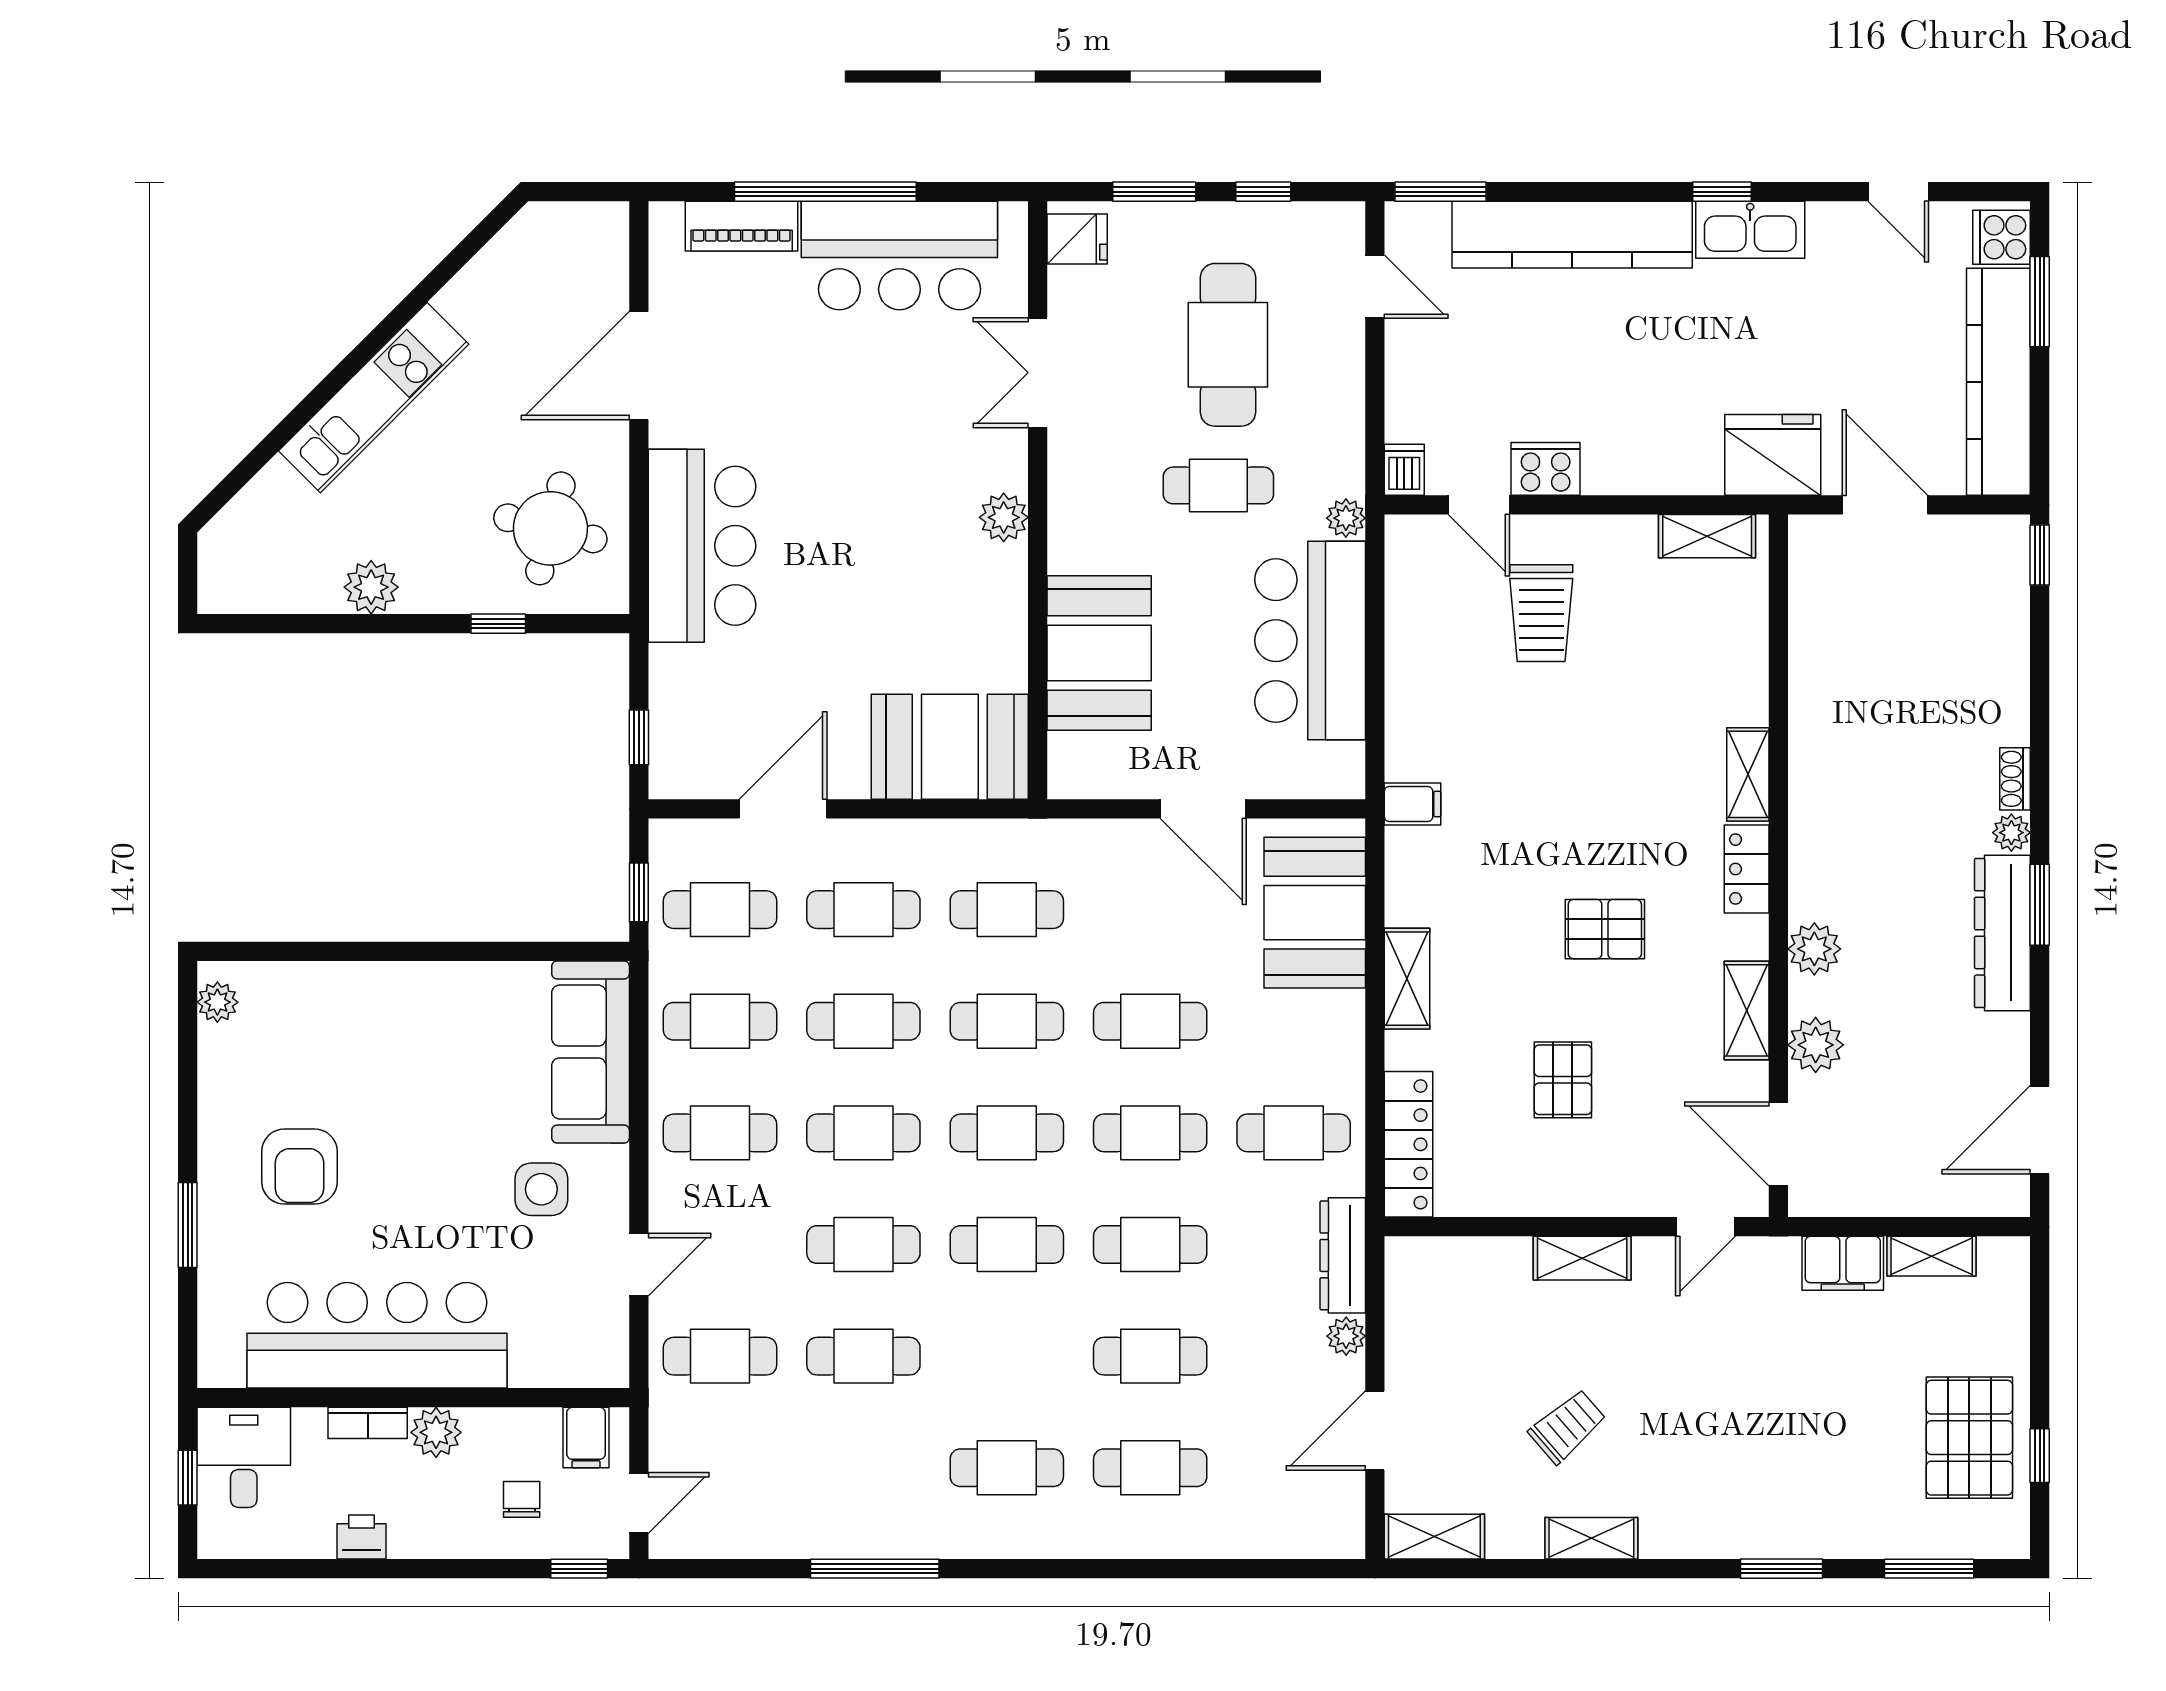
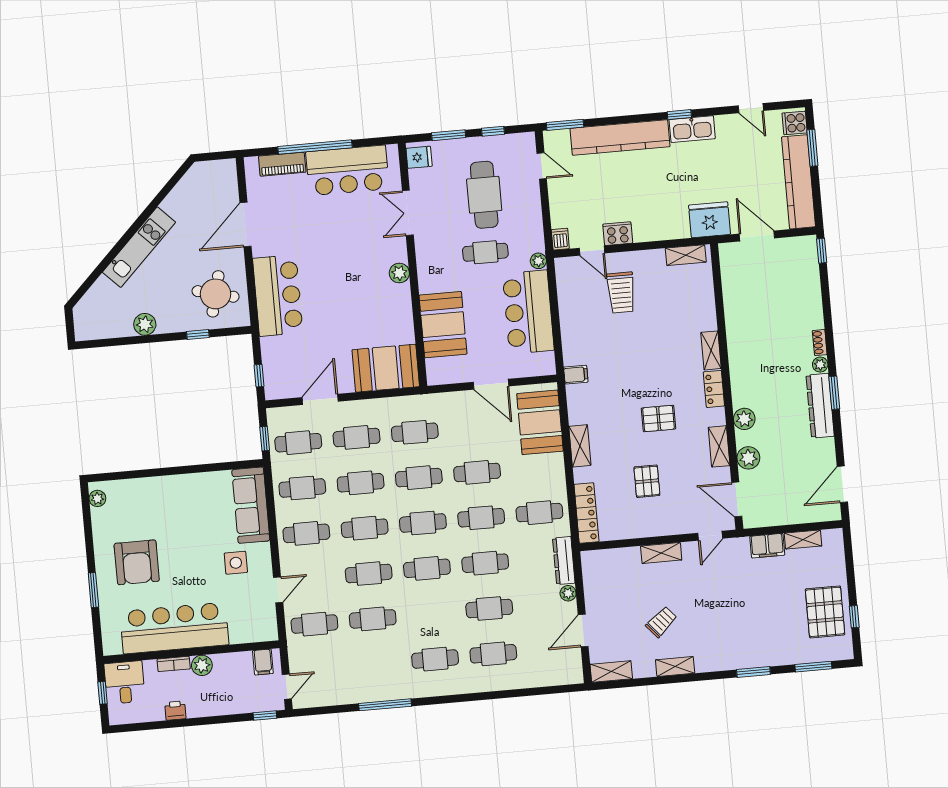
armchair: (299, 1167) -> (137, 562), width x1.36, depth x1.36
chair: (522, 1499) -> (239, 689), removed

